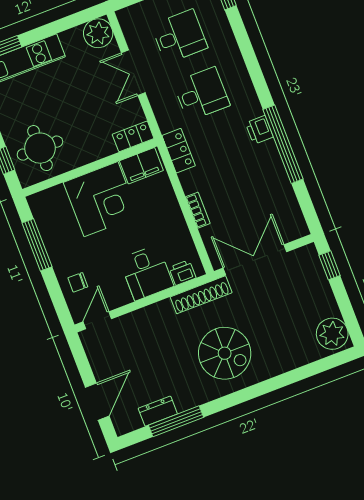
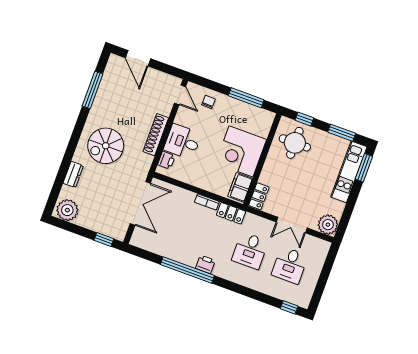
double door: (133, 73) -> (292, 225), swing flipped
bookcase: (198, 210) -> (207, 202), moved
shoe rack: (201, 295) -> (156, 135), moved
dresser: (158, 411) -> (73, 174), moved

